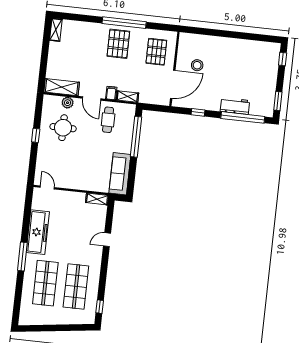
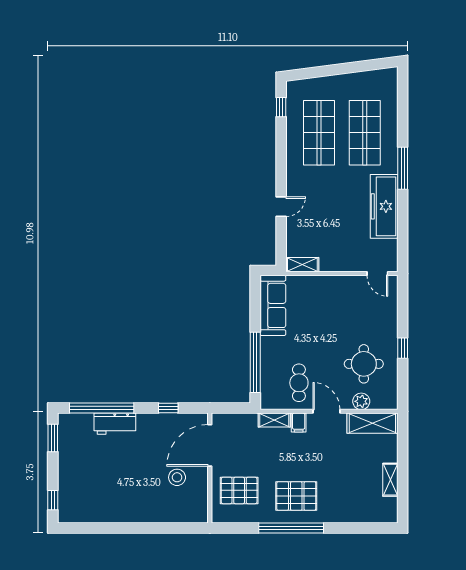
shelving: (56, 30) -> (390, 480), moved
pallet: (118, 44) -> (296, 496), turned 90
pallet: (156, 52) -> (239, 490), turned 90

